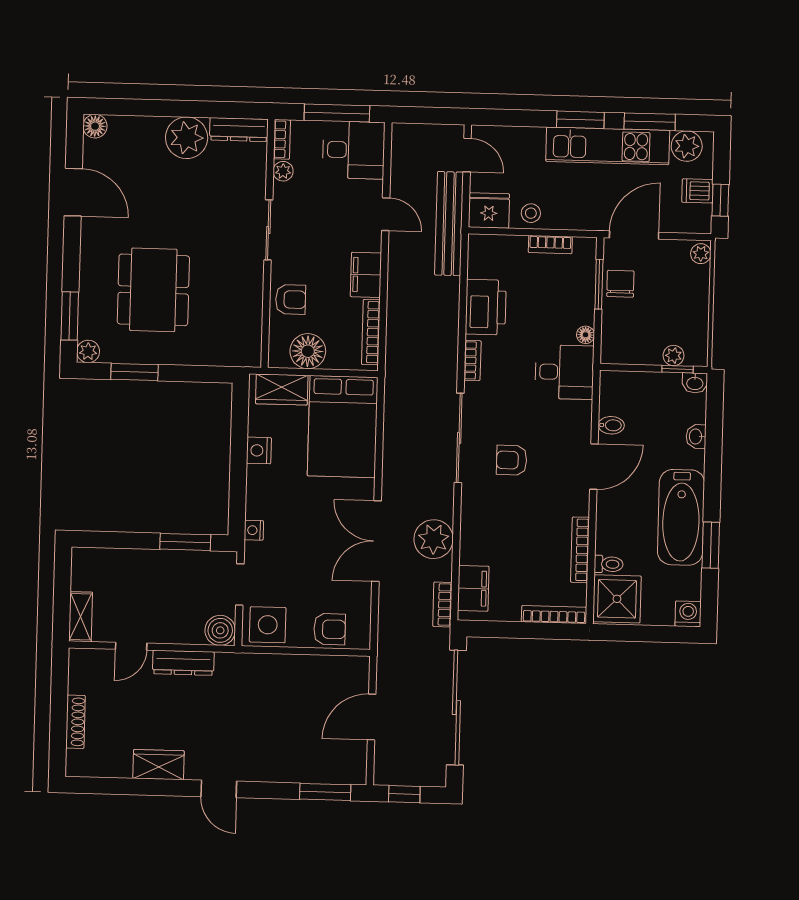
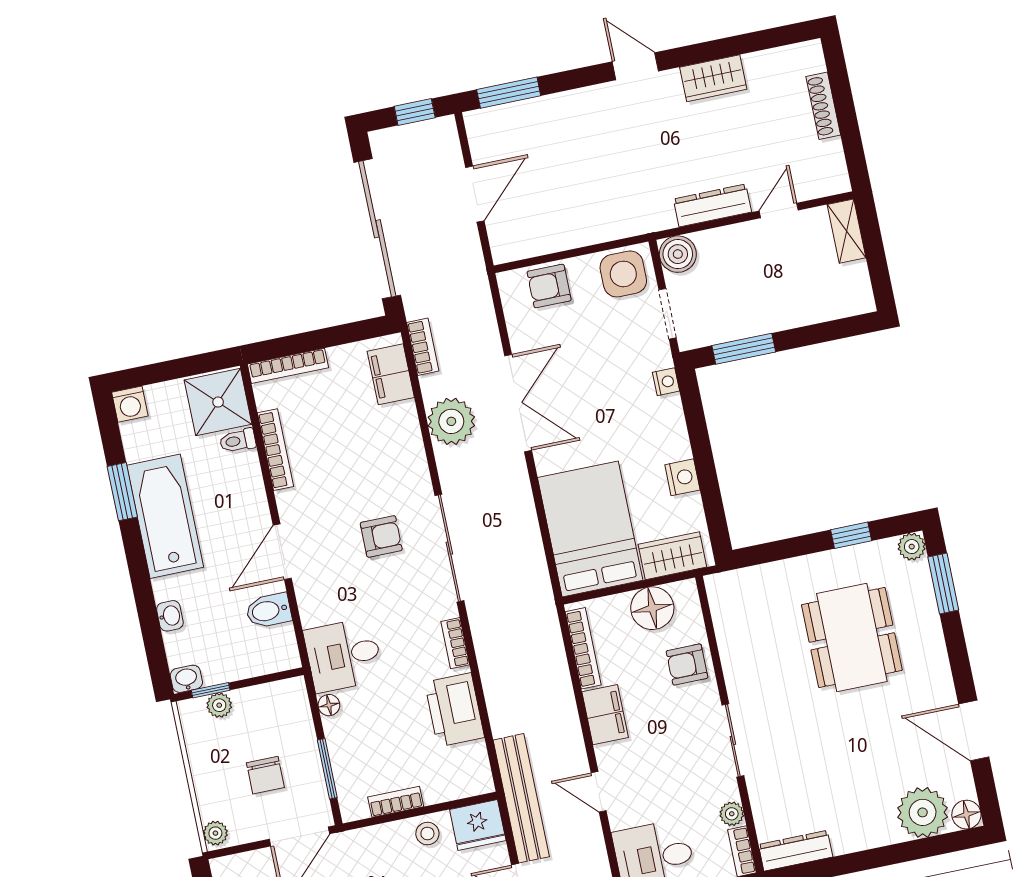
plant: (187, 138) -> (923, 812), moved
chair: (620, 284) -> (265, 775), moved
window: (134, 372) -> (851, 535), width x0.67
bidet: (611, 425) -> (269, 611), width x1.38, depth x1.36

